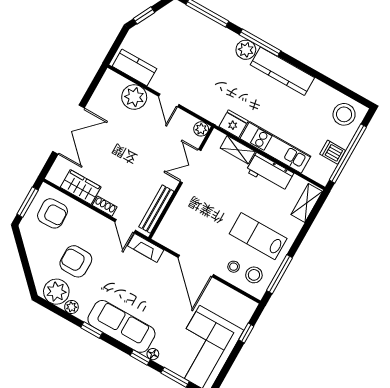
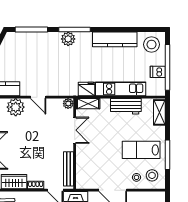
kitchen counter: (282, 71) -> (115, 39), moved
shelving: (238, 150) -> (88, 104), moved
double door: (190, 166) -> (75, 130), swing flipped
window: (280, 274) -> (168, 155), moved

